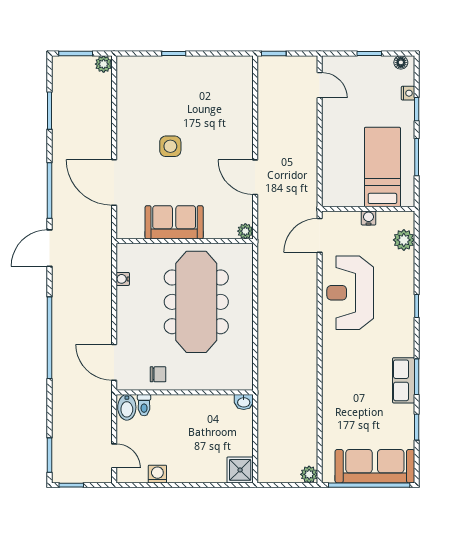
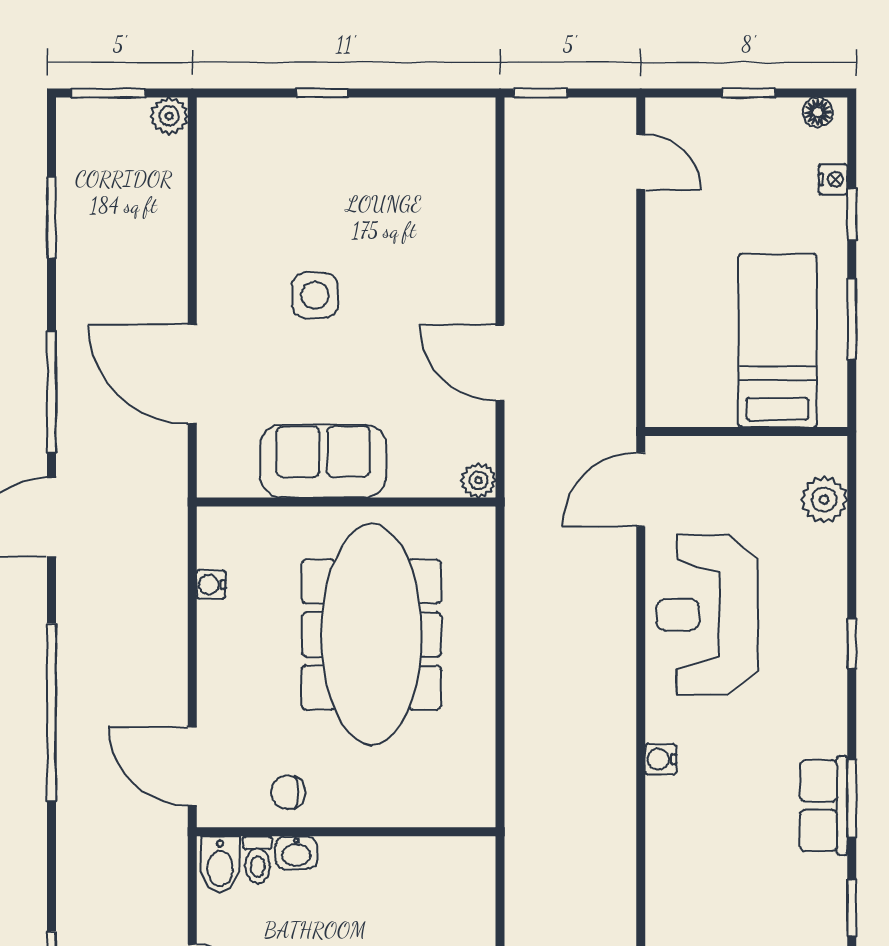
water cooler: (369, 218) -> (661, 759), moved, turned -90
chair: (158, 374) -> (288, 792), turned 180
washbasin: (244, 402) -> (296, 853), moved

